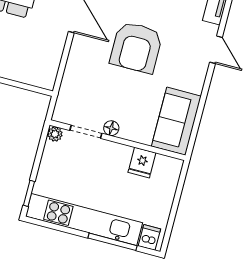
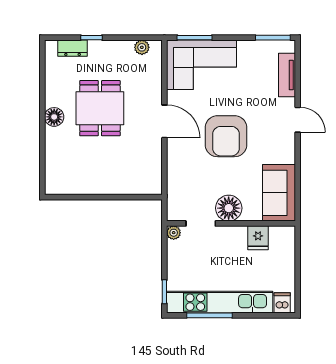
floor lamp: (111, 128) -> (229, 208), width x1.89, depth x1.89
window: (113, 242) -> (209, 315), moved

